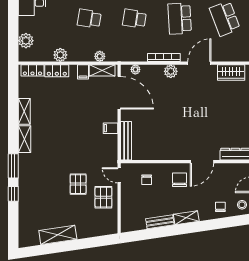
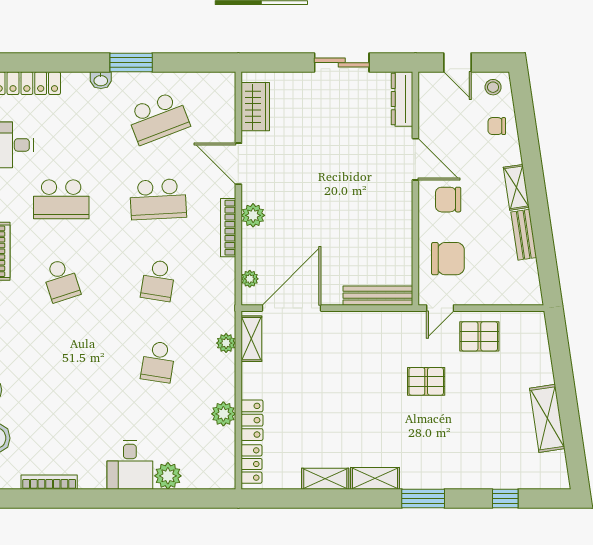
plant: (26, 41) -> (168, 476), moved
filing cabinet: (83, 72) -> (254, 373), removed
filing cabinet: (110, 128) -> (355, 324), removed
chair: (147, 180) -> (448, 259), width x1.87, depth x1.87
pallet: (78, 184) -> (426, 381), moved
window: (13, 194) -> (505, 498), moved

